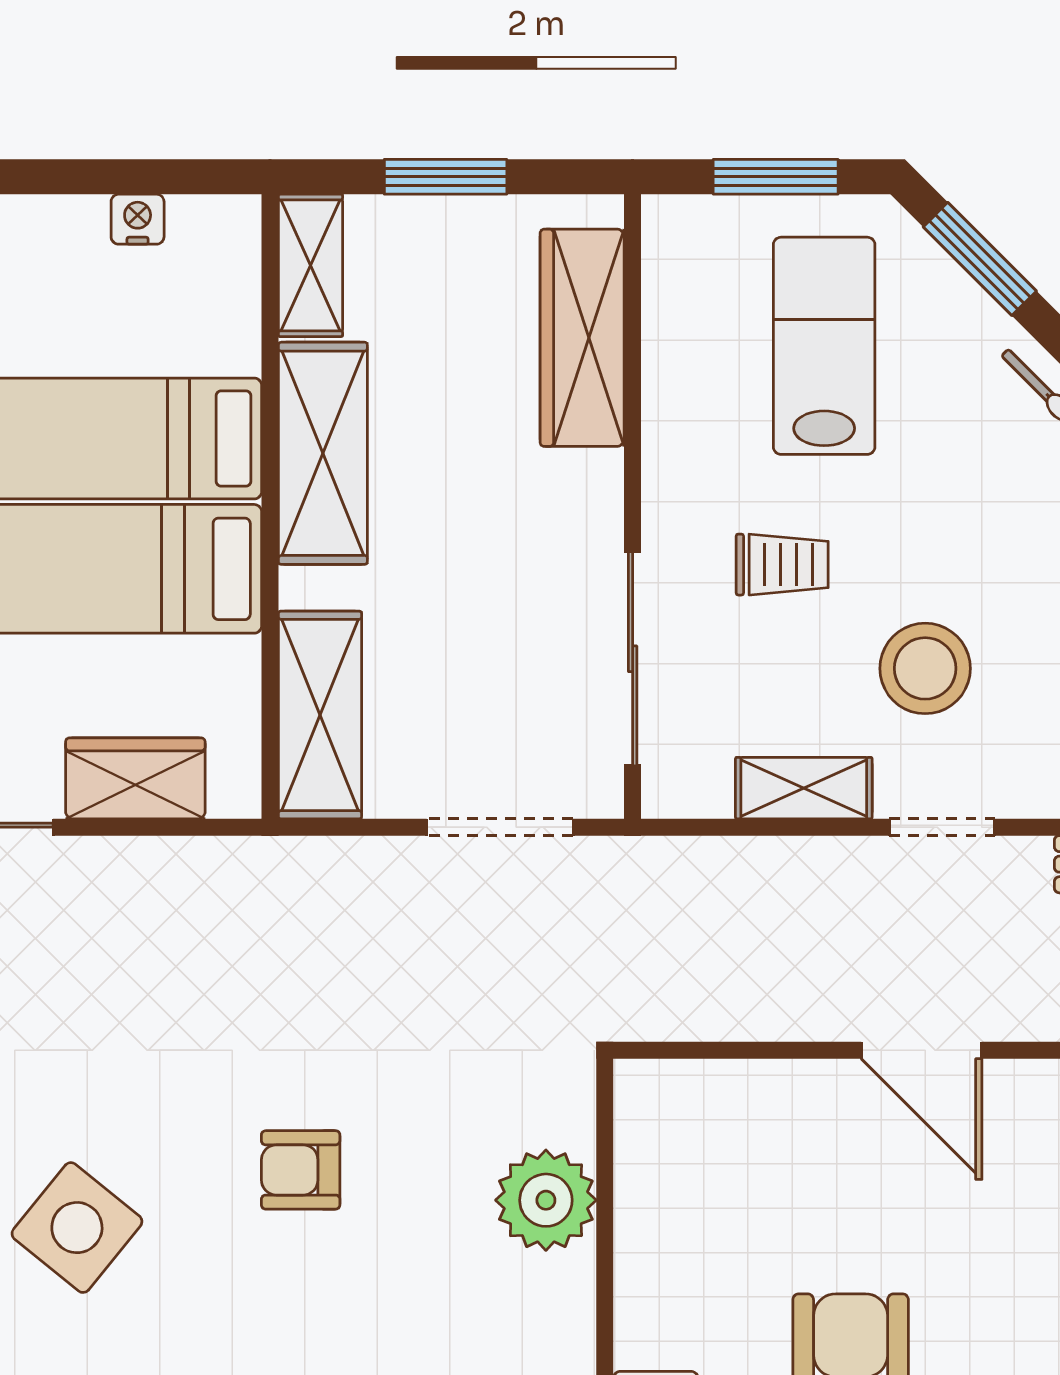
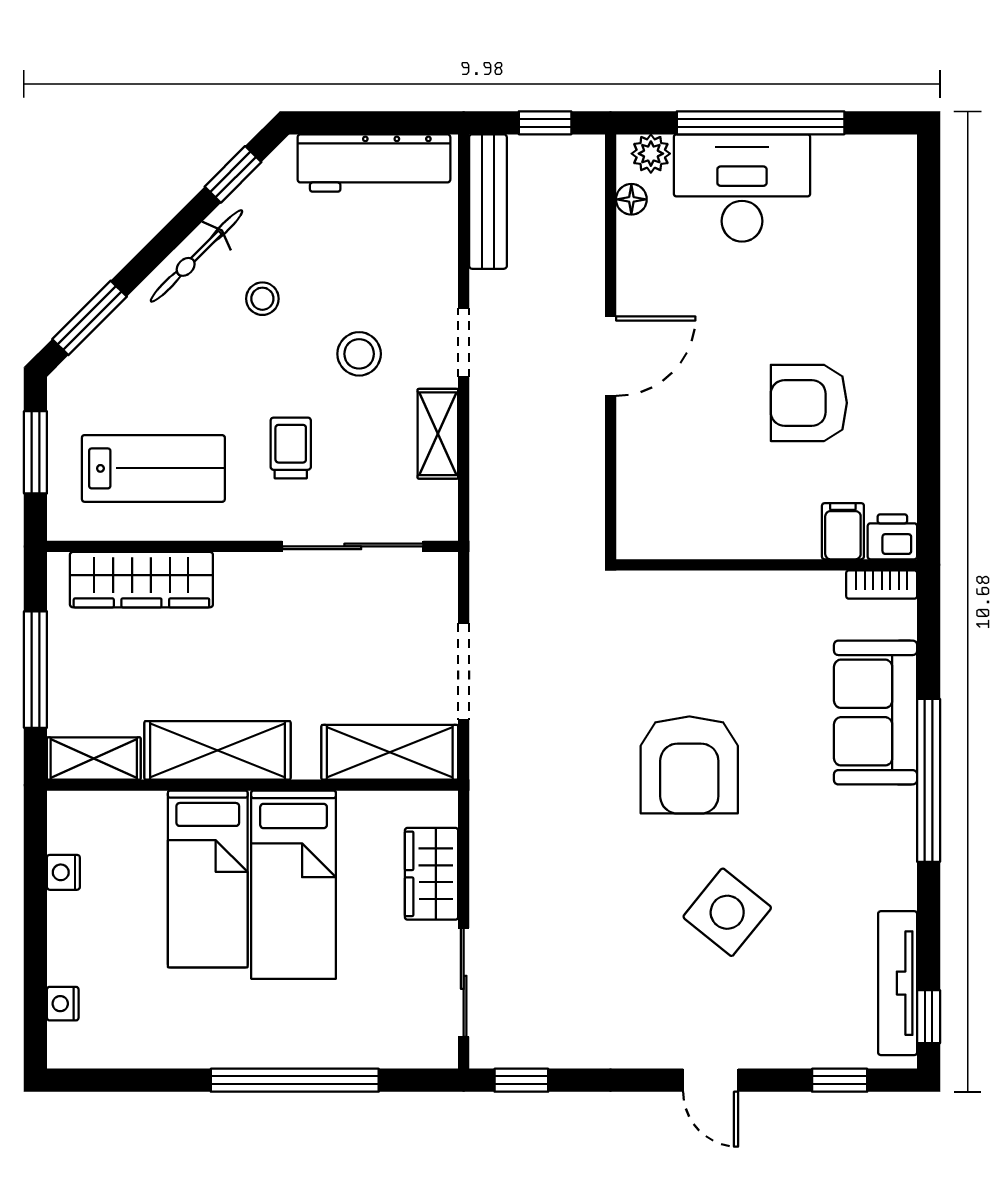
window: (446, 177) -> (35, 670), width x1.44
lab bench: (824, 346) -> (153, 468), moved, turned 180
stool: (1009, 522) -> (262, 299), added
stool: (925, 668) -> (359, 354), width x0.73, depth x0.73
doorway: (500, 827) -> (464, 672), moved
armchair: (301, 1170) -> (689, 765), width x1.88, depth x1.88
plant: (546, 1200) -> (709, 604), removed

